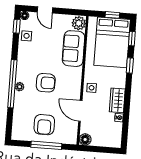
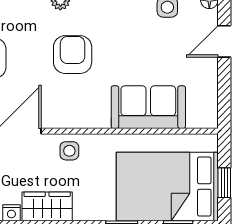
plant: (79, 23) -> (202, 114), removed
armchair: (46, 83) -> (73, 55), turned 180

